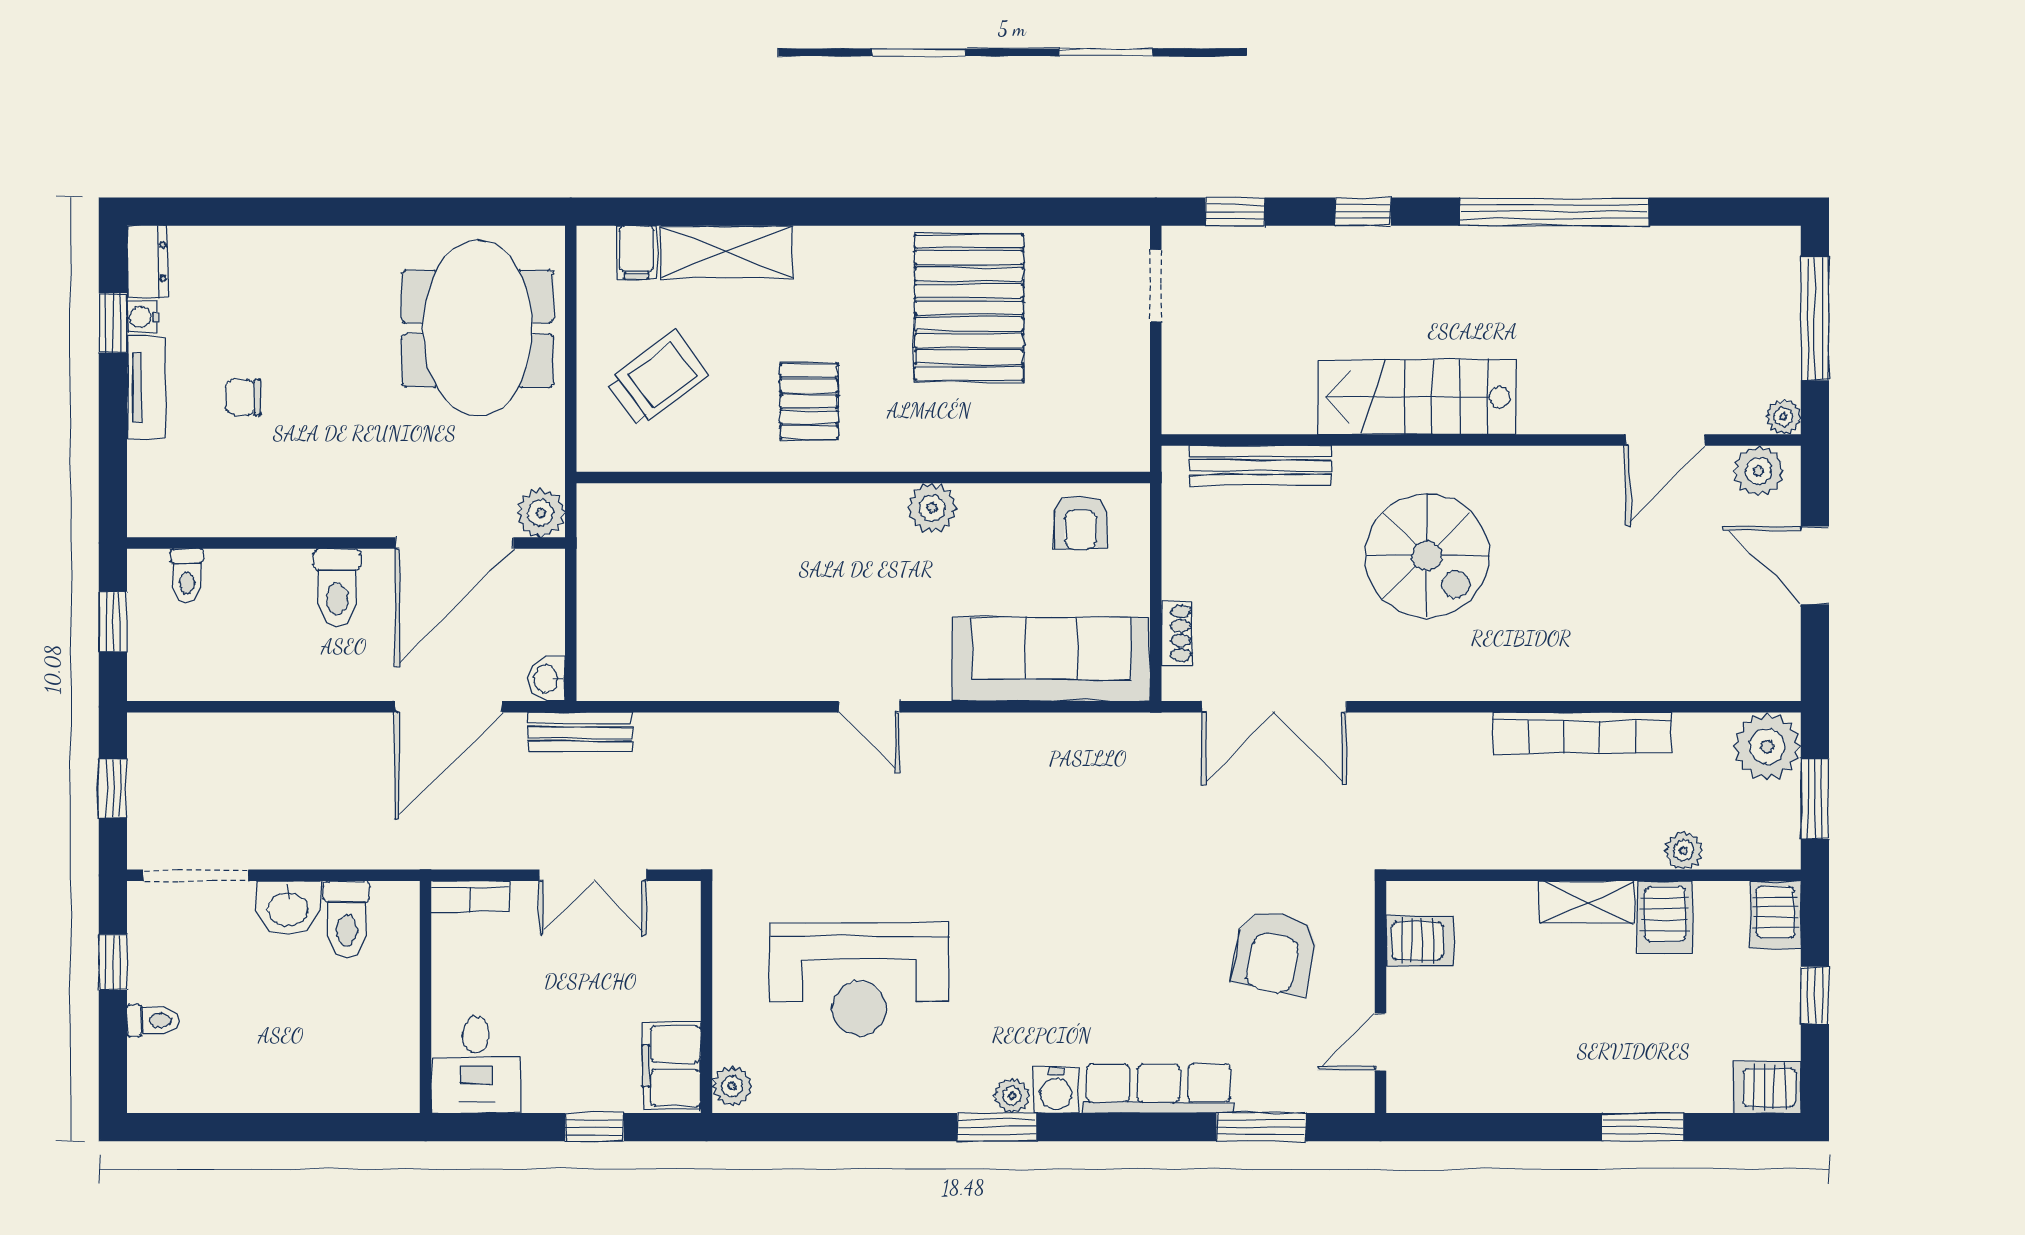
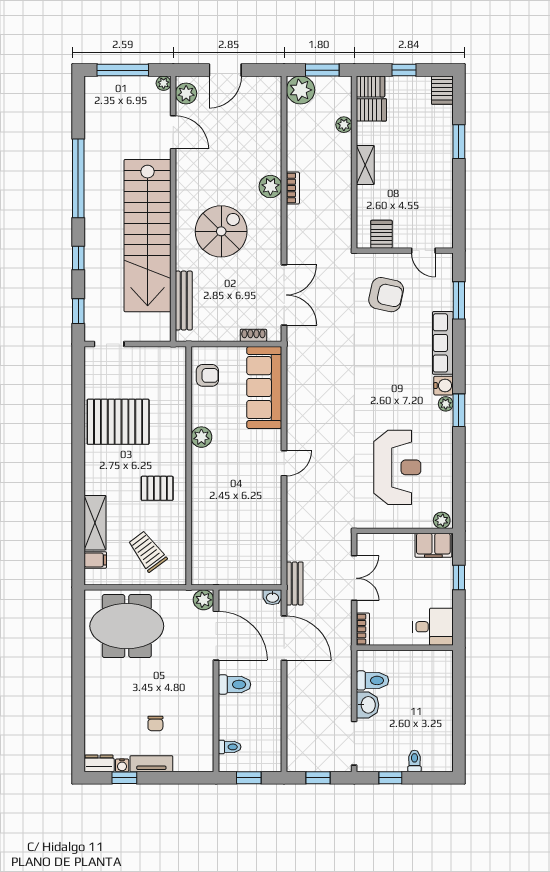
stairs: (1417, 397) -> (148, 236), width x1.86, depth x1.51
plant: (1535, 674) -> (270, 187), added
bookcase: (1582, 733) -> (293, 188), width x0.43, depth x0.76
server rack: (1665, 917) -> (371, 110), moved

